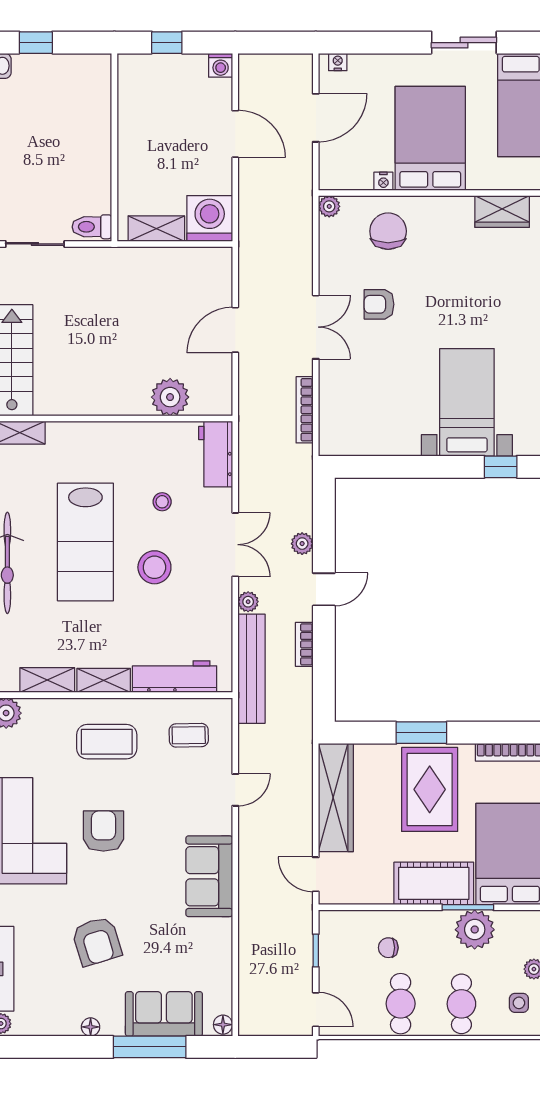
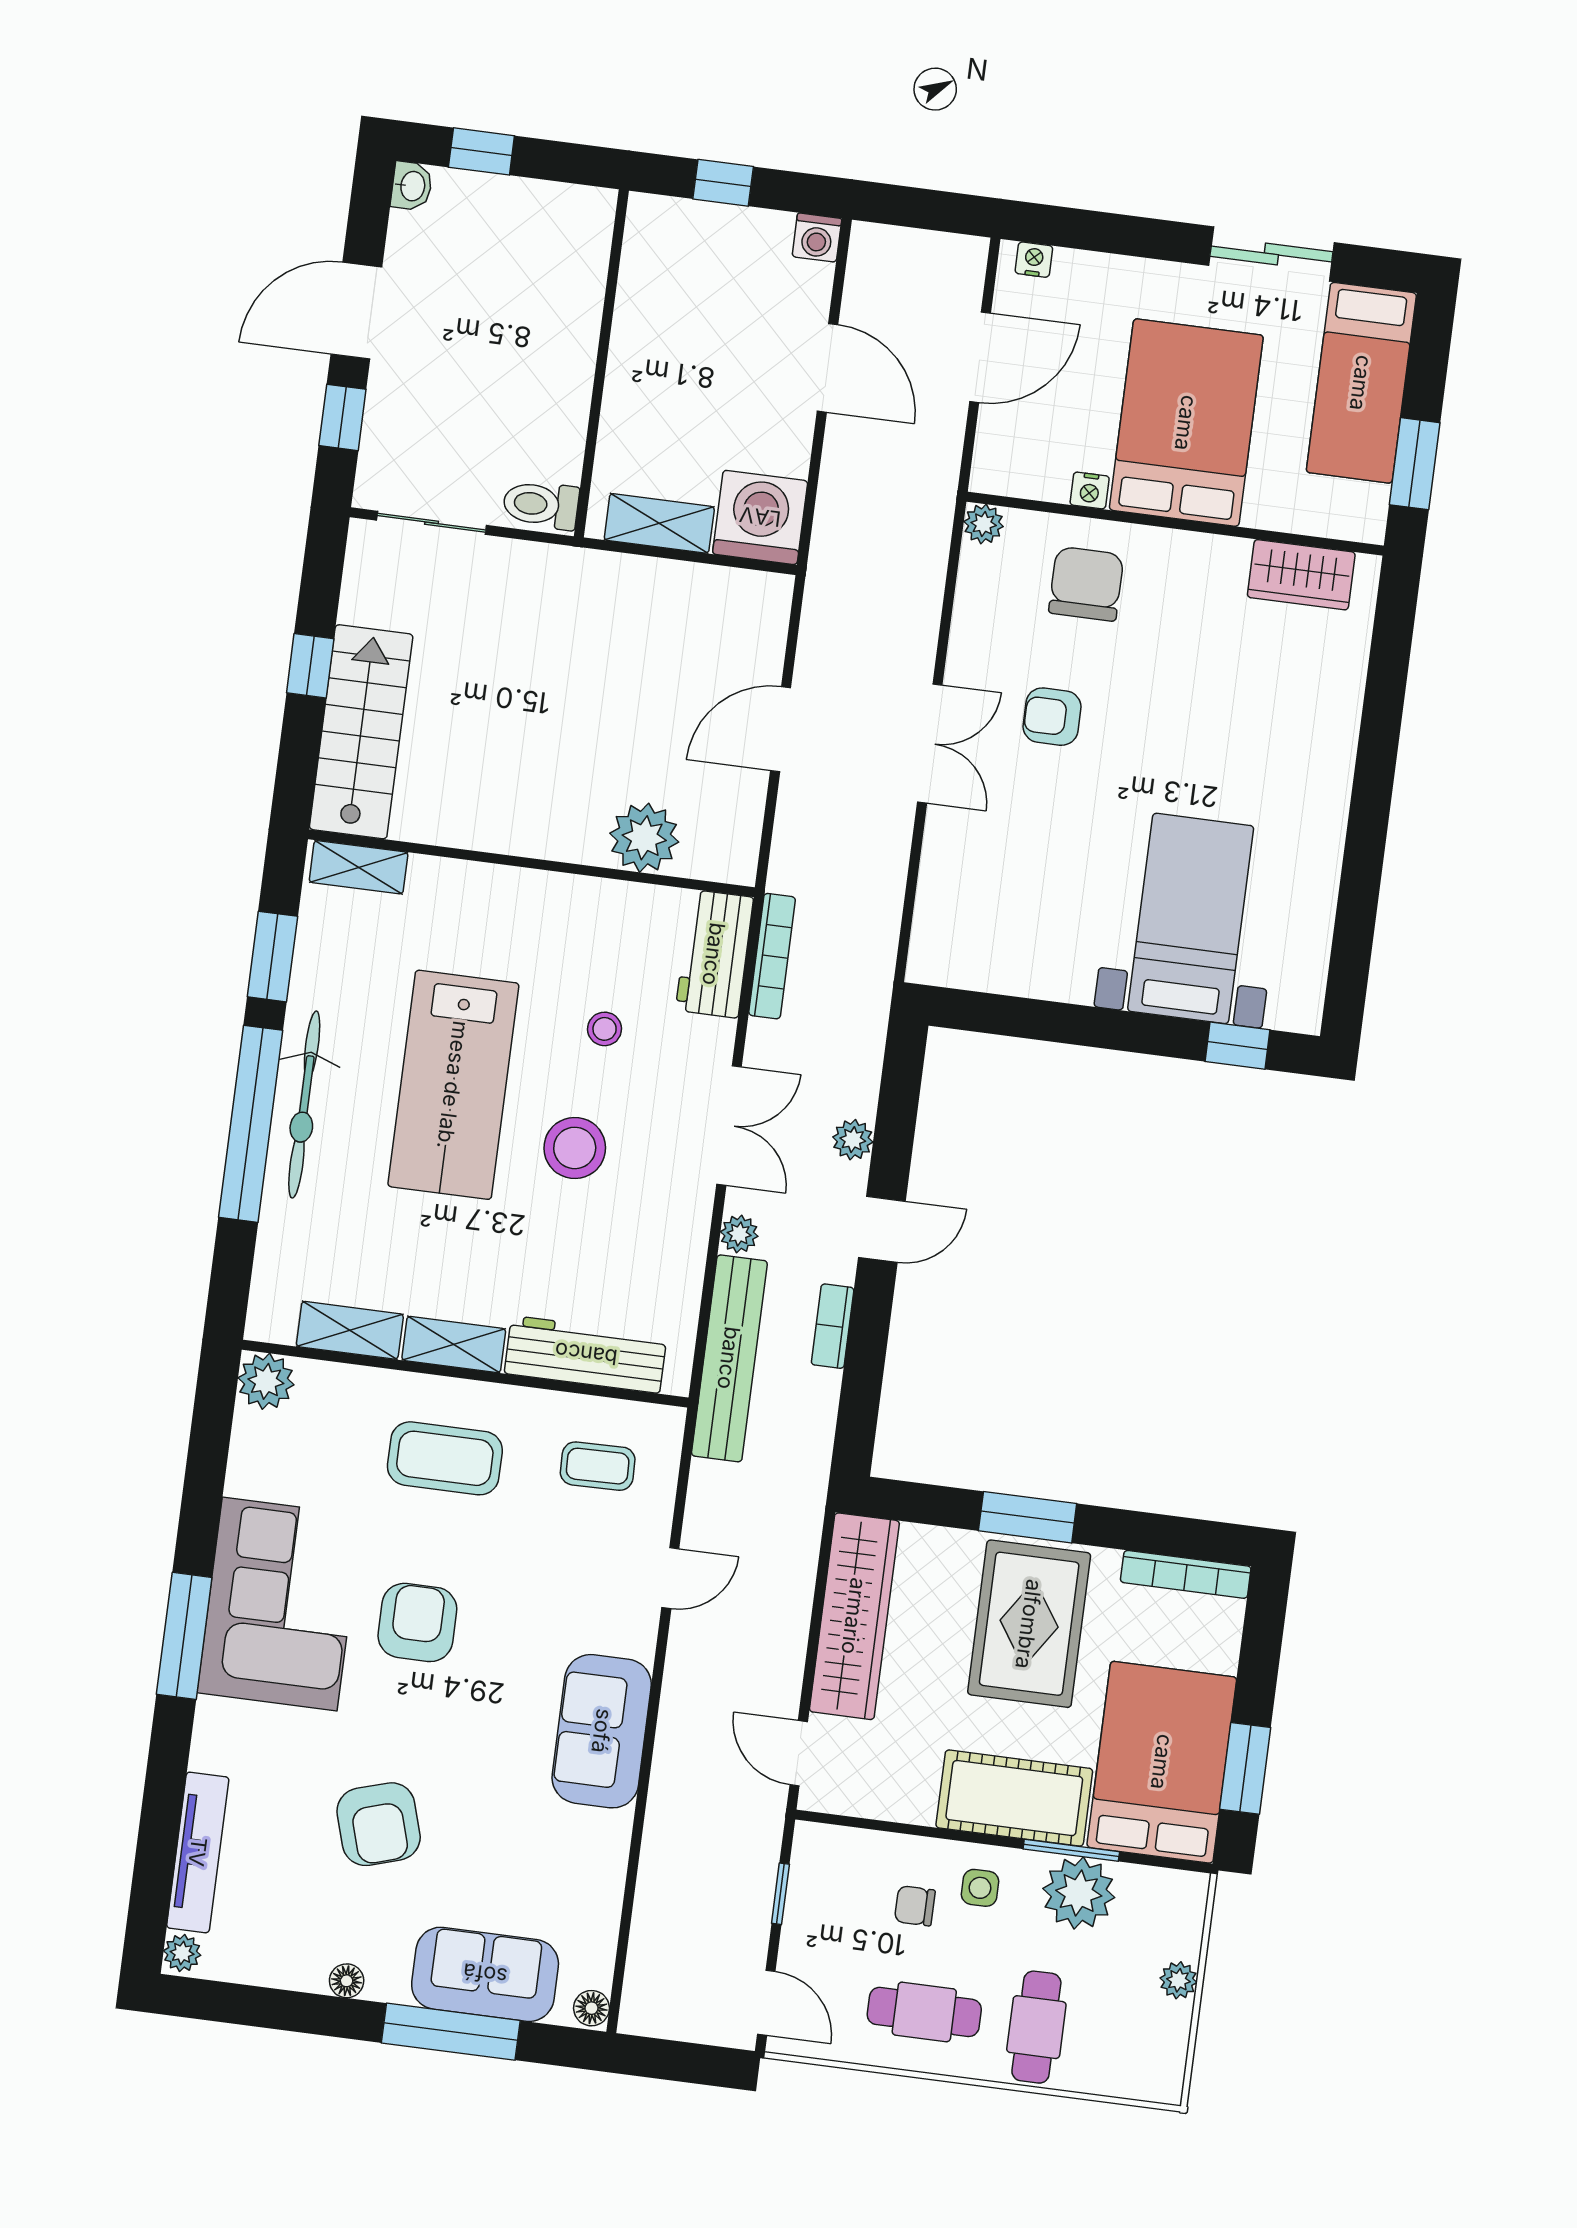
bookcase: (305, 410) -> (772, 956), moved, turned 180
side table: (519, 1003) -> (980, 1888), moved
cafe table: (401, 1004) -> (924, 2012), turned 90

